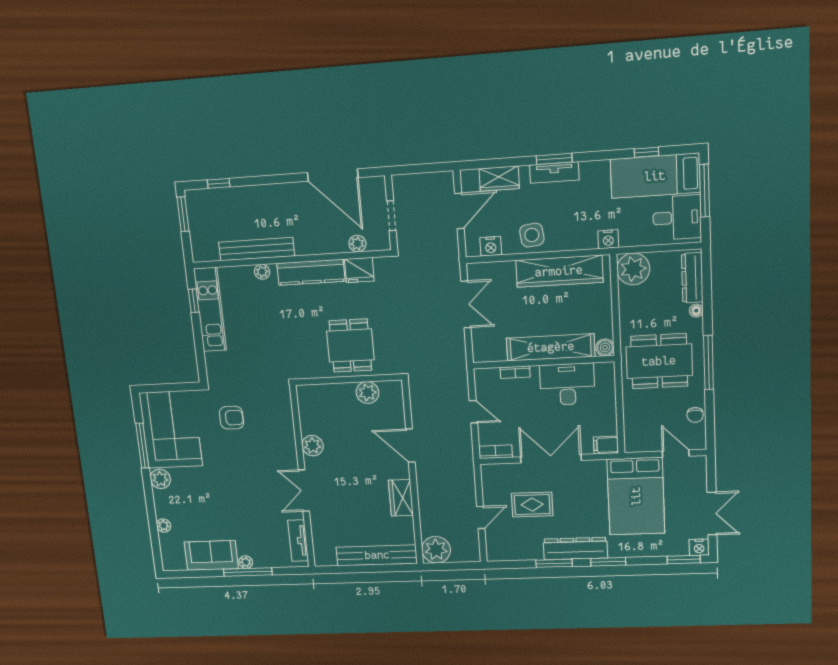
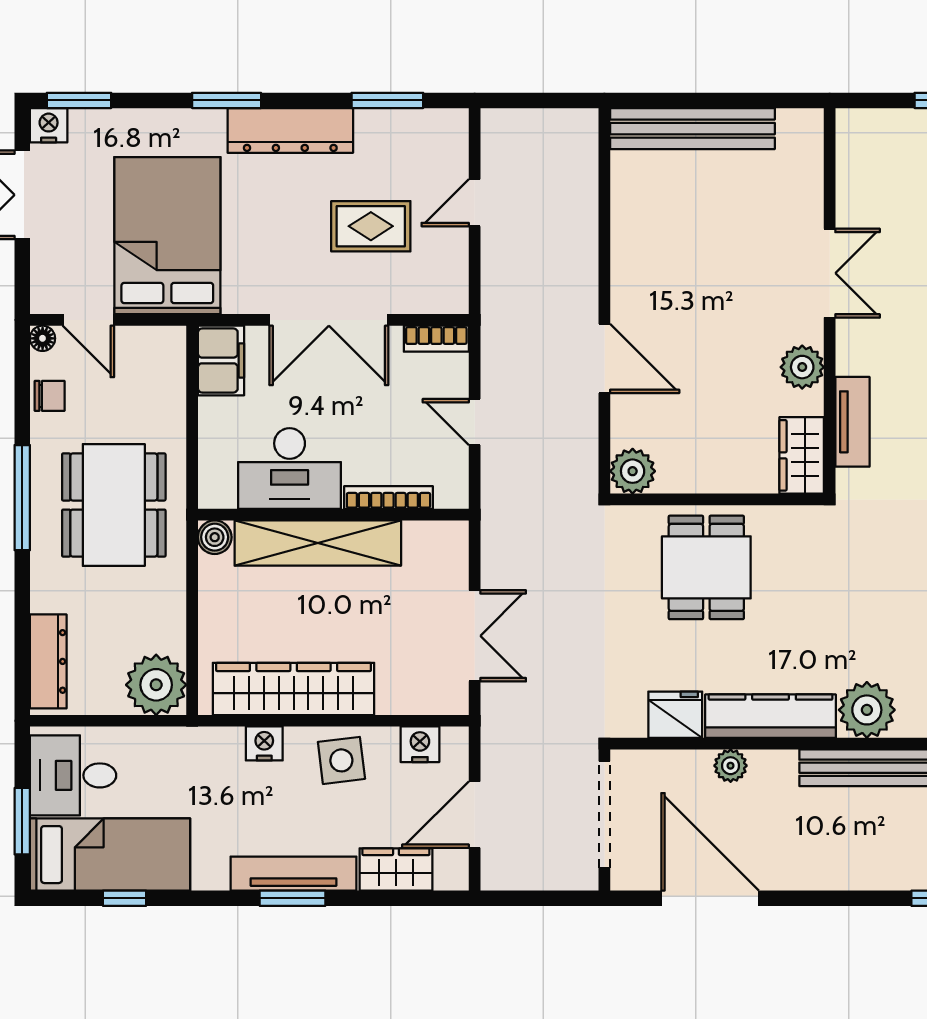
tv unit: (554, 172) -> (294, 874), width x1.41
window: (705, 191) -> (22, 821), width x0.69
doorway: (391, 216) -> (604, 814), width x1.87
nightstand: (608, 239) -> (264, 743), moved
plant: (357, 244) -> (731, 766), moved
plant: (262, 272) -> (867, 710), width x1.88, depth x1.88
double door: (466, 304) -> (475, 636), swing flipped
floor lamp: (696, 311) -> (43, 338), moved
dining table: (659, 361) -> (114, 505), turned 90
bookcase: (515, 372) -> (388, 498), width x1.56
plant: (367, 393) -> (633, 471), moved
chair: (695, 415) -> (50, 396), turned 90
filing cabinet: (606, 445) -> (221, 360), width x2.00
wardrobe: (401, 498) -> (802, 455), moved, turned 180
tv unit: (298, 541) -> (852, 422), moved
plant: (436, 550) -> (570, 137), removed
window: (554, 563) -> (387, 100), moved

